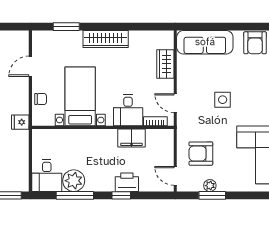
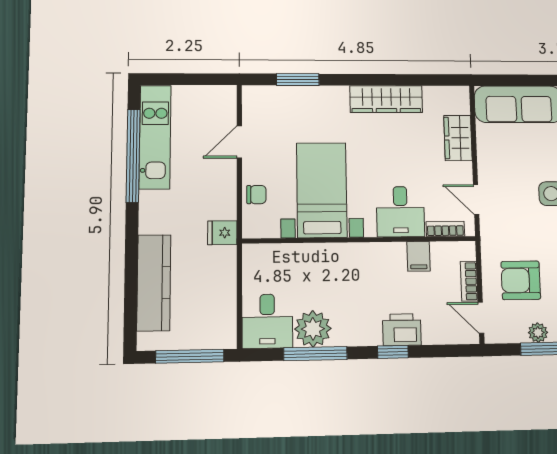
wardrobe: (106, 39) -> (386, 99), moved
filing cabinet: (131, 138) -> (419, 256), width x0.50
bookcase: (169, 154) -> (469, 281), added

